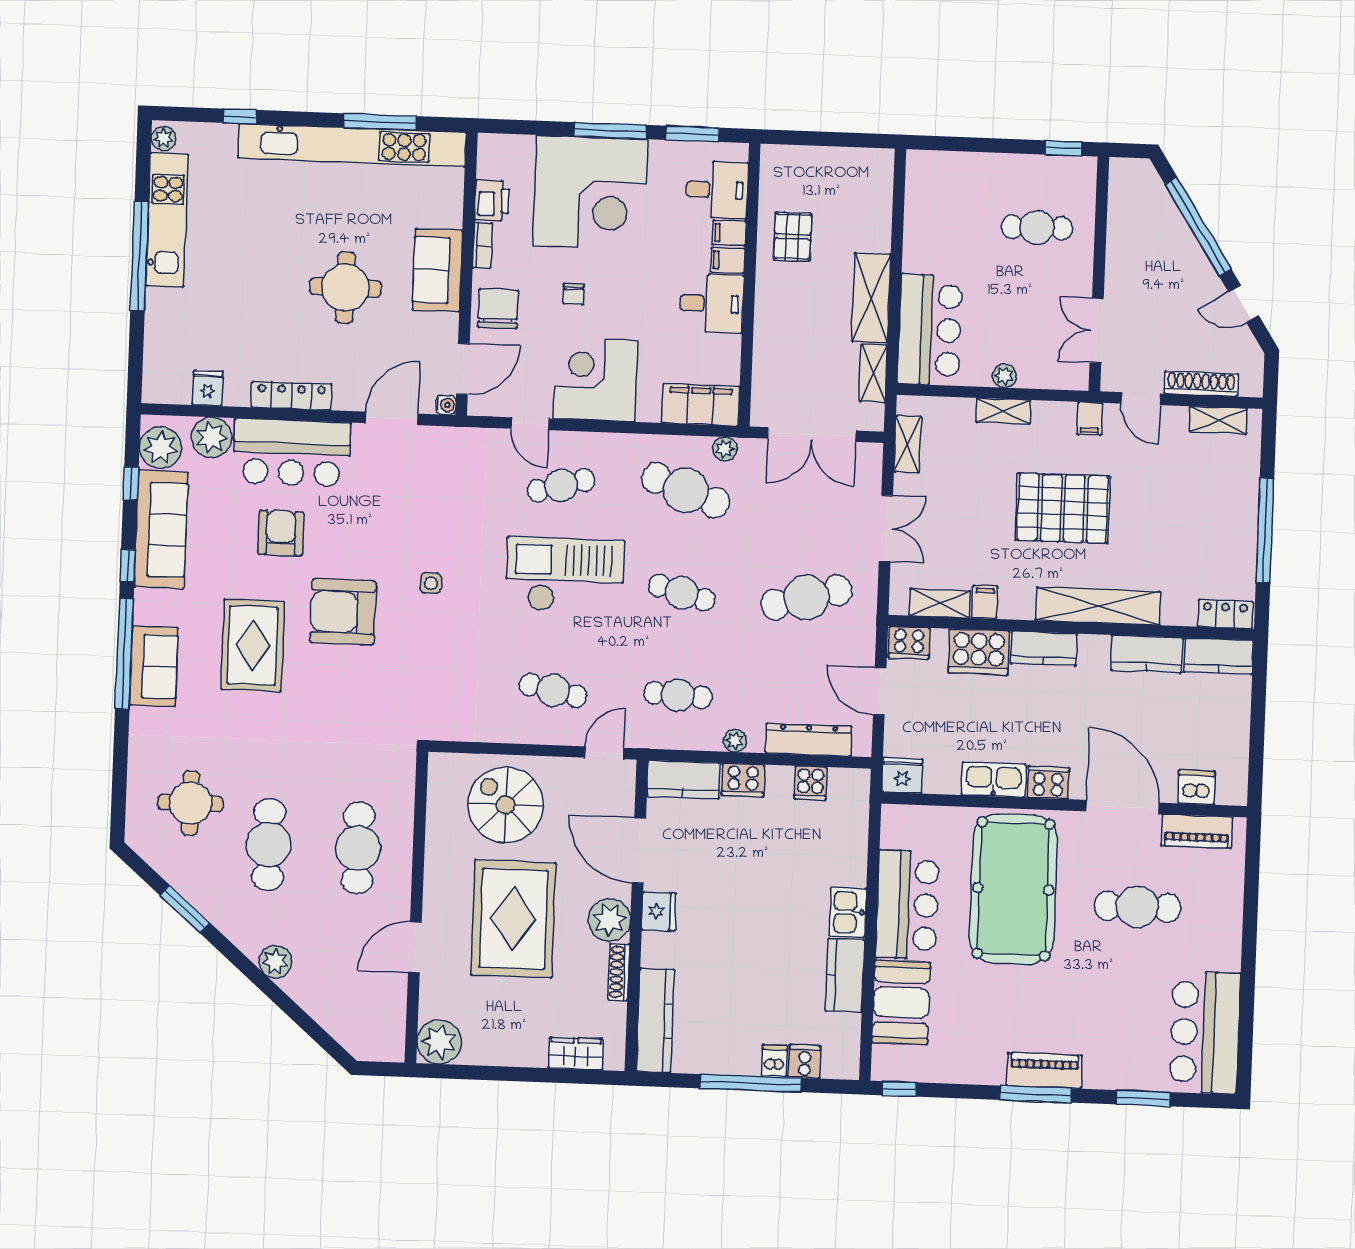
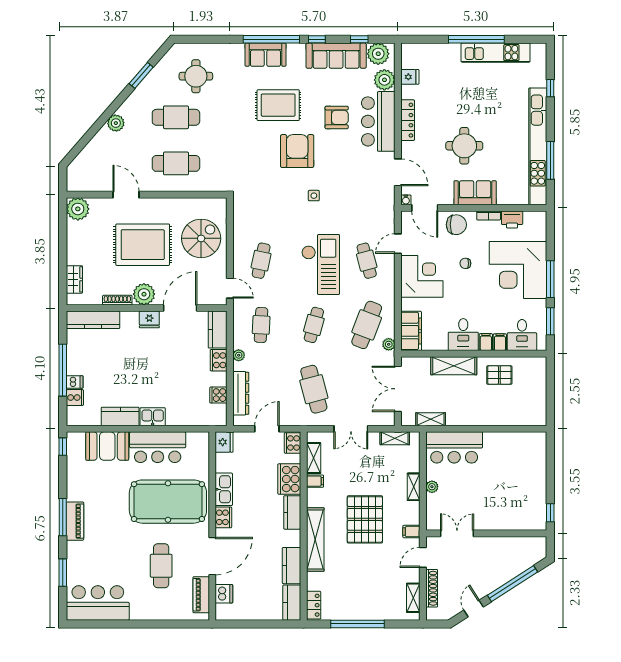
plant: (163, 138) -> (537, 49), removed
cafe table: (1037, 228) -> (509, 501), removed
shelving: (871, 298) -> (454, 366), moved

